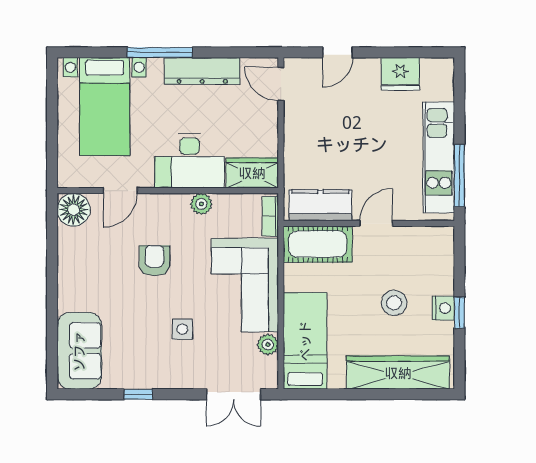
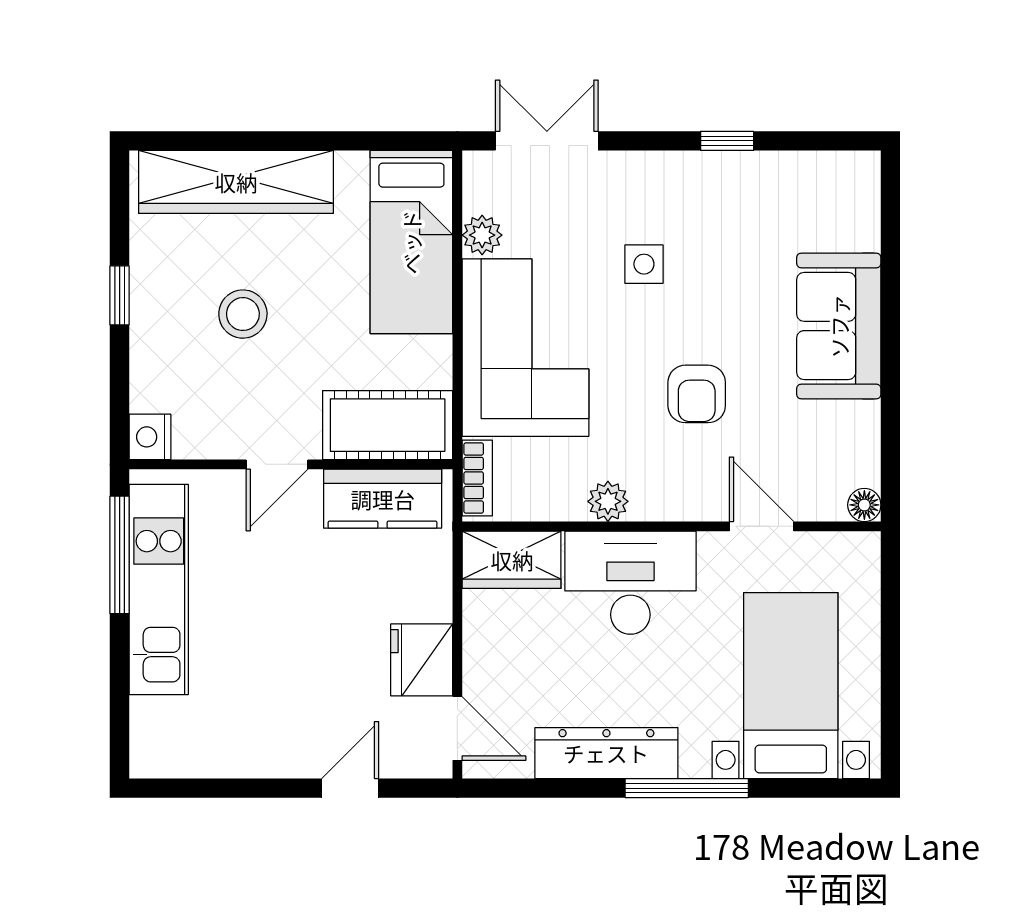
fridge: (400, 74) -> (422, 660), moved, turned -90
door: (120, 191) -> (762, 526), hinge flipped
floor lamp: (74, 210) -> (864, 505), width x0.53, depth x0.53
nightstand: (443, 308) -> (150, 437), moved
sofa: (79, 351) -> (839, 326), moved

